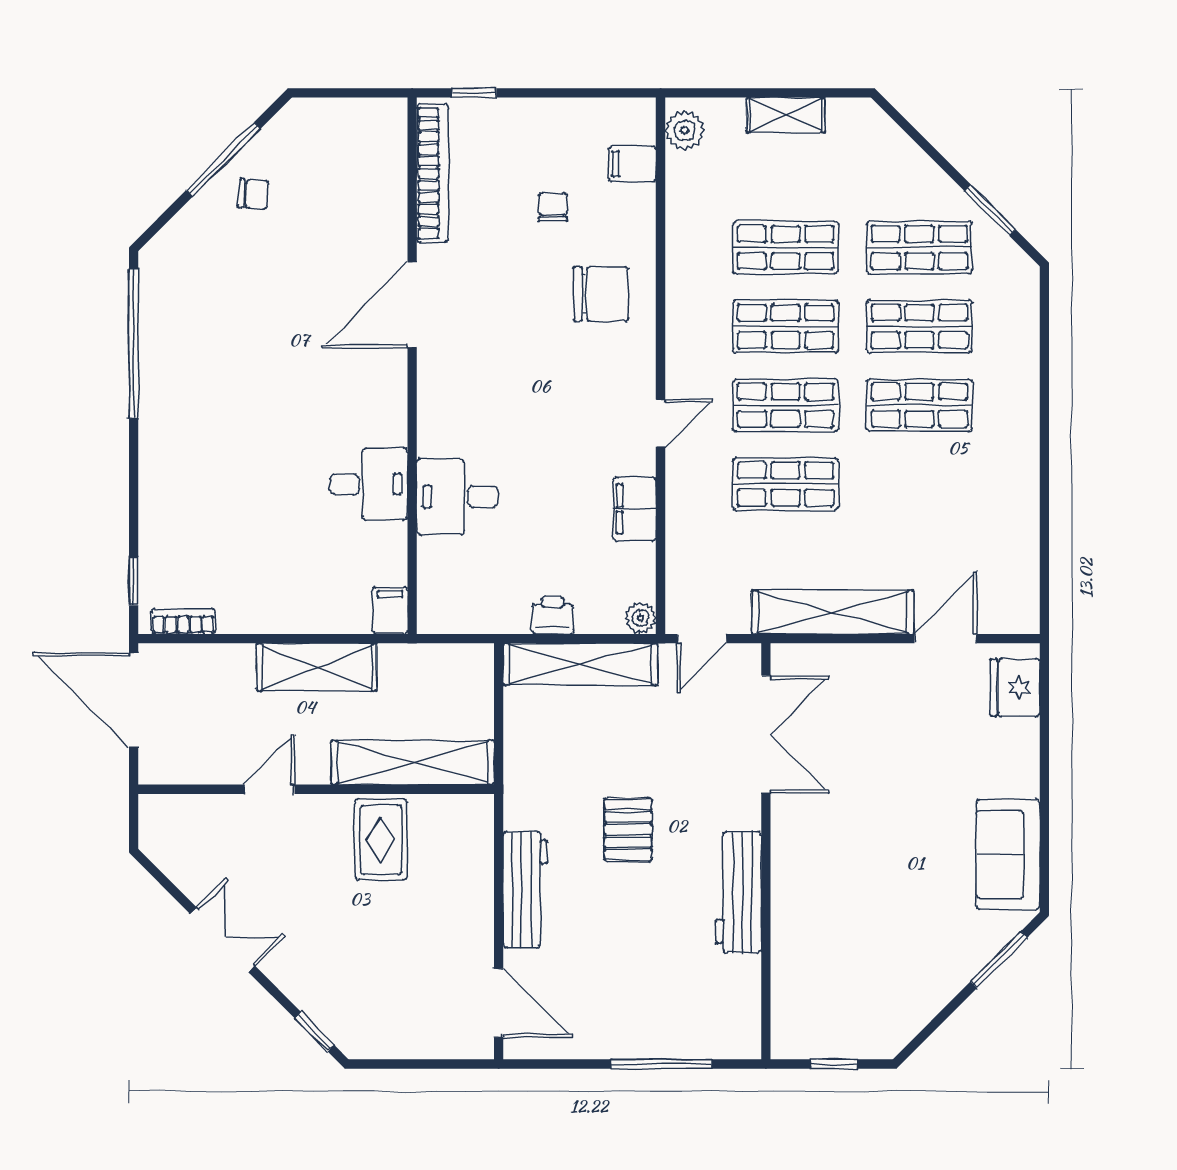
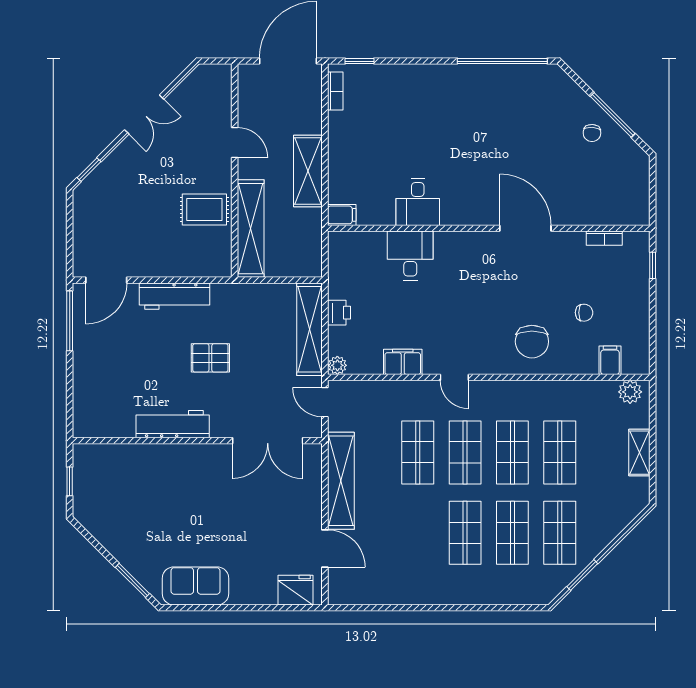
bookcase: (432, 173) -> (604, 238), width x0.43, depth x0.76
window: (661, 1064) -> (70, 321), moved

